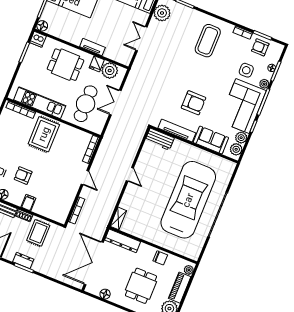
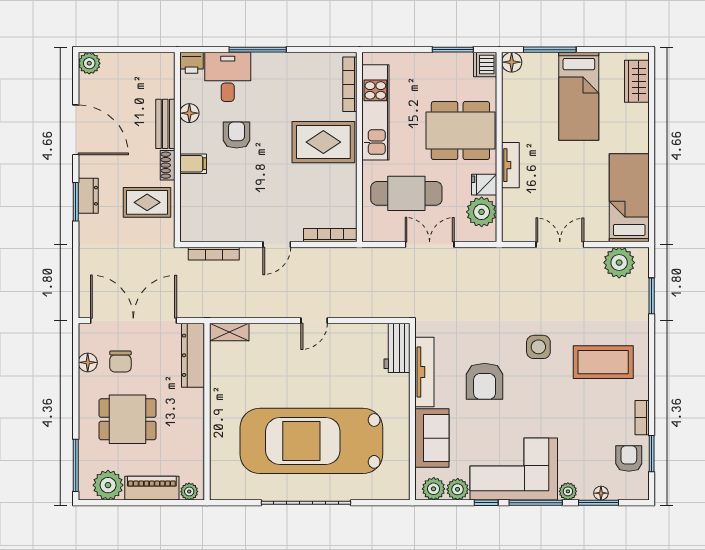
dining table: (66, 65) -> (460, 131), width x1.37
side table: (246, 70) -> (538, 347), moved
car: (188, 200) -> (311, 441), turned 180
chair: (160, 258) -> (120, 361), moved

